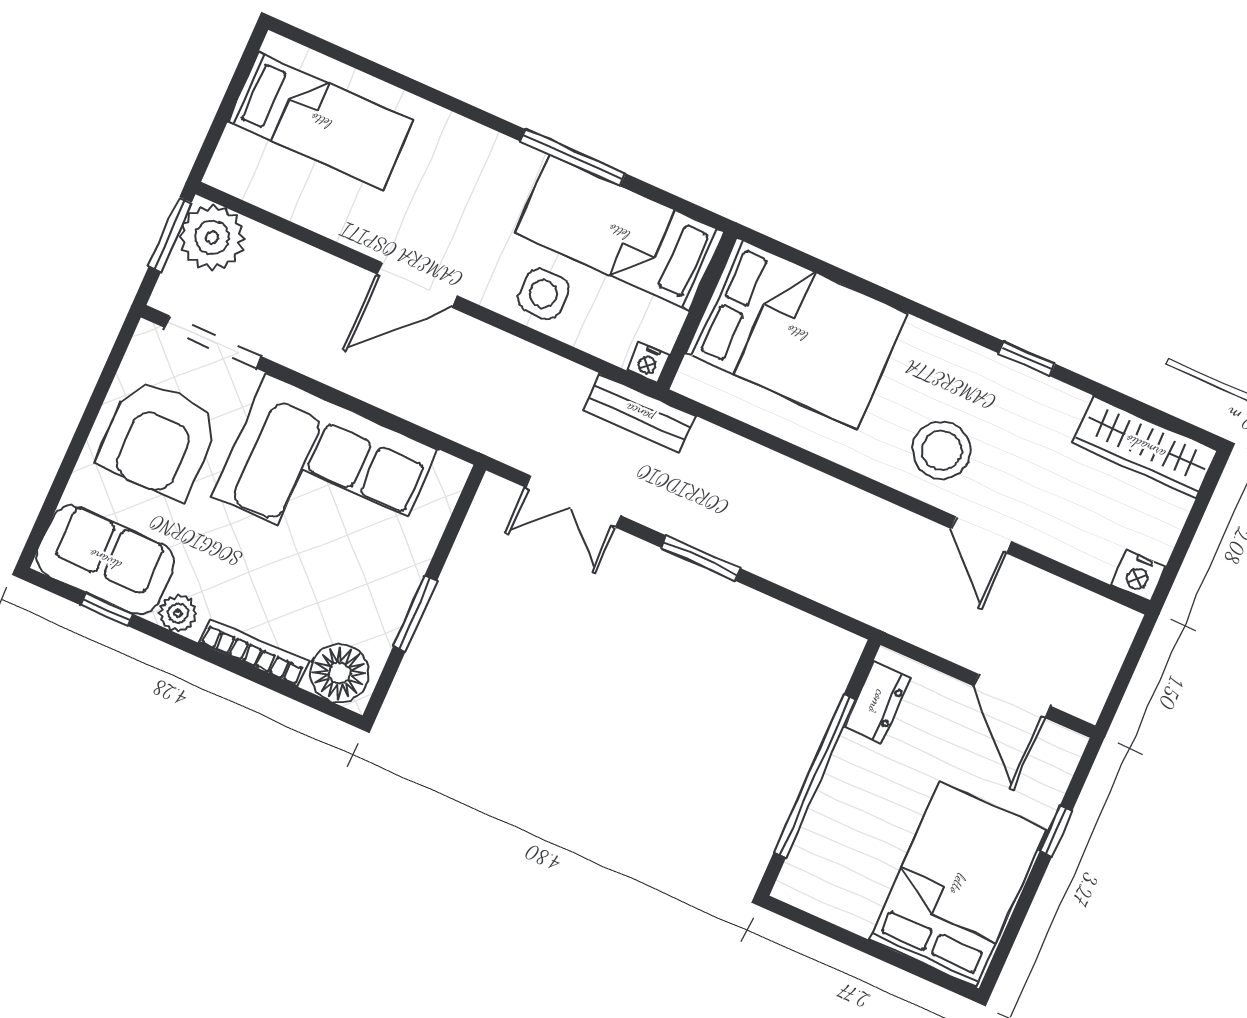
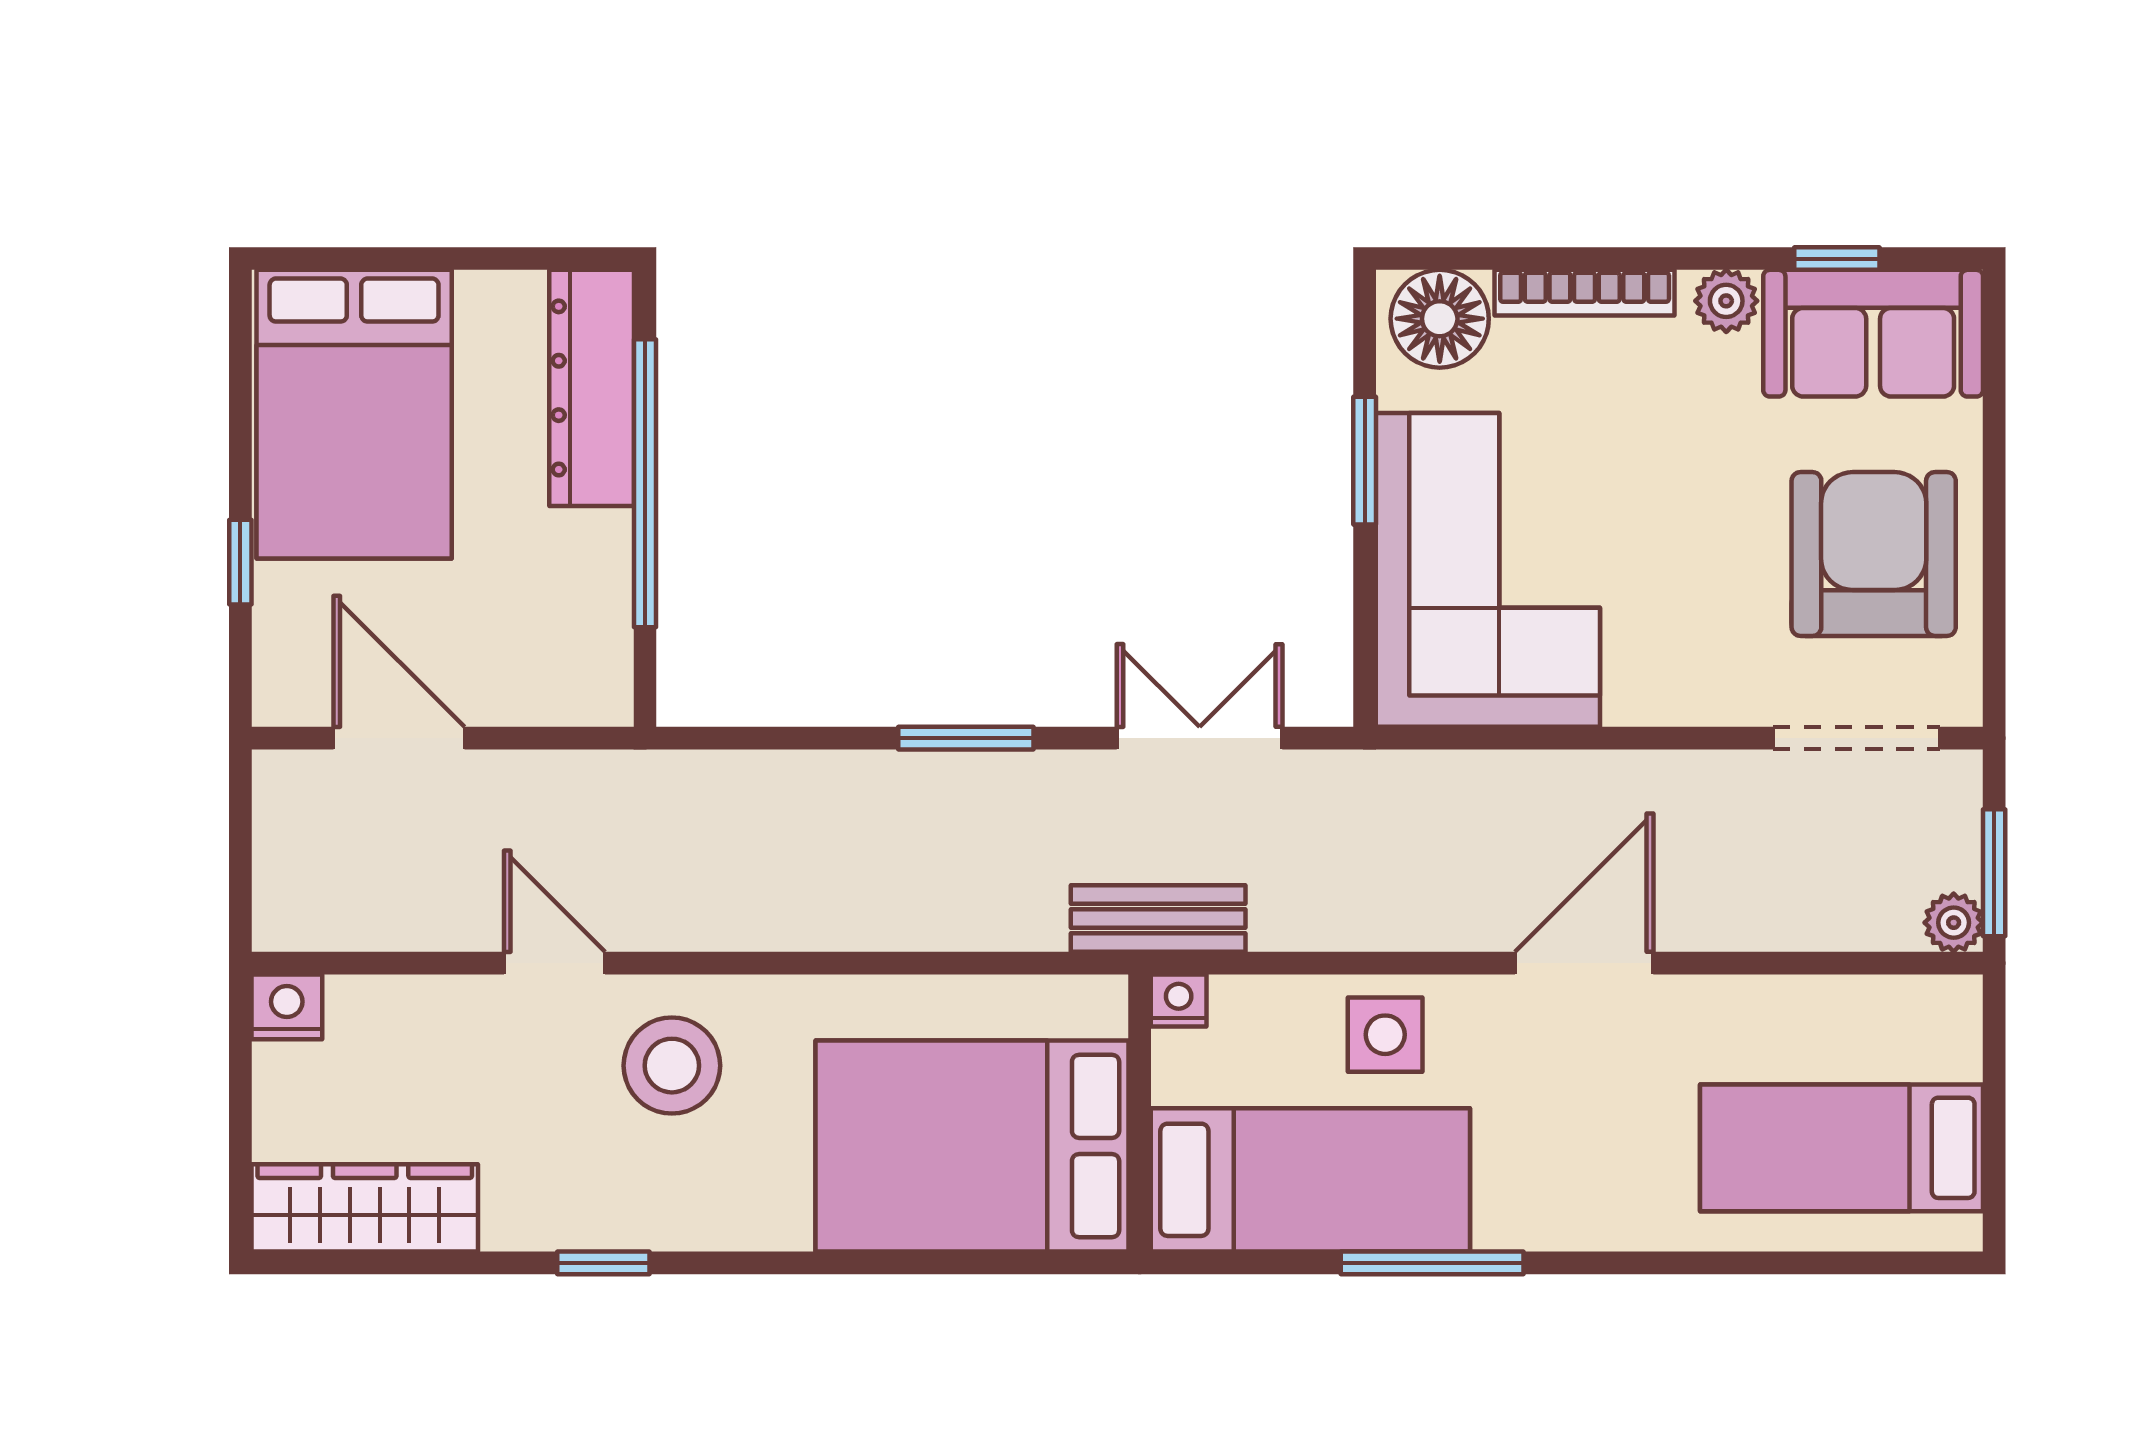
plant: (212, 237) -> (1954, 923), width x0.53, depth x0.53
corner sofa: (325, 473) -> (1488, 570), moved, turned 90
dresser: (877, 702) -> (592, 388), moved, width x1.96, depth x1.24

